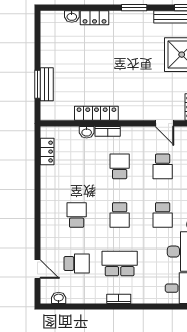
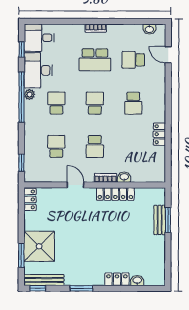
door: (164, 123) -> (75, 185), moved
locker: (47, 152) -> (159, 134), moved

